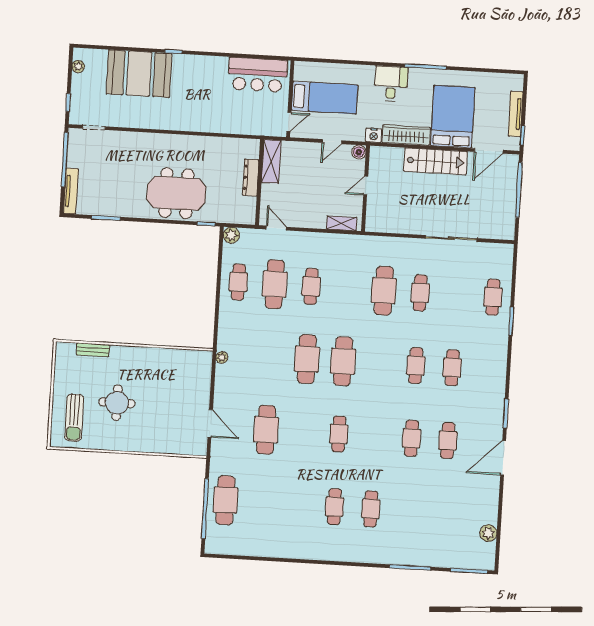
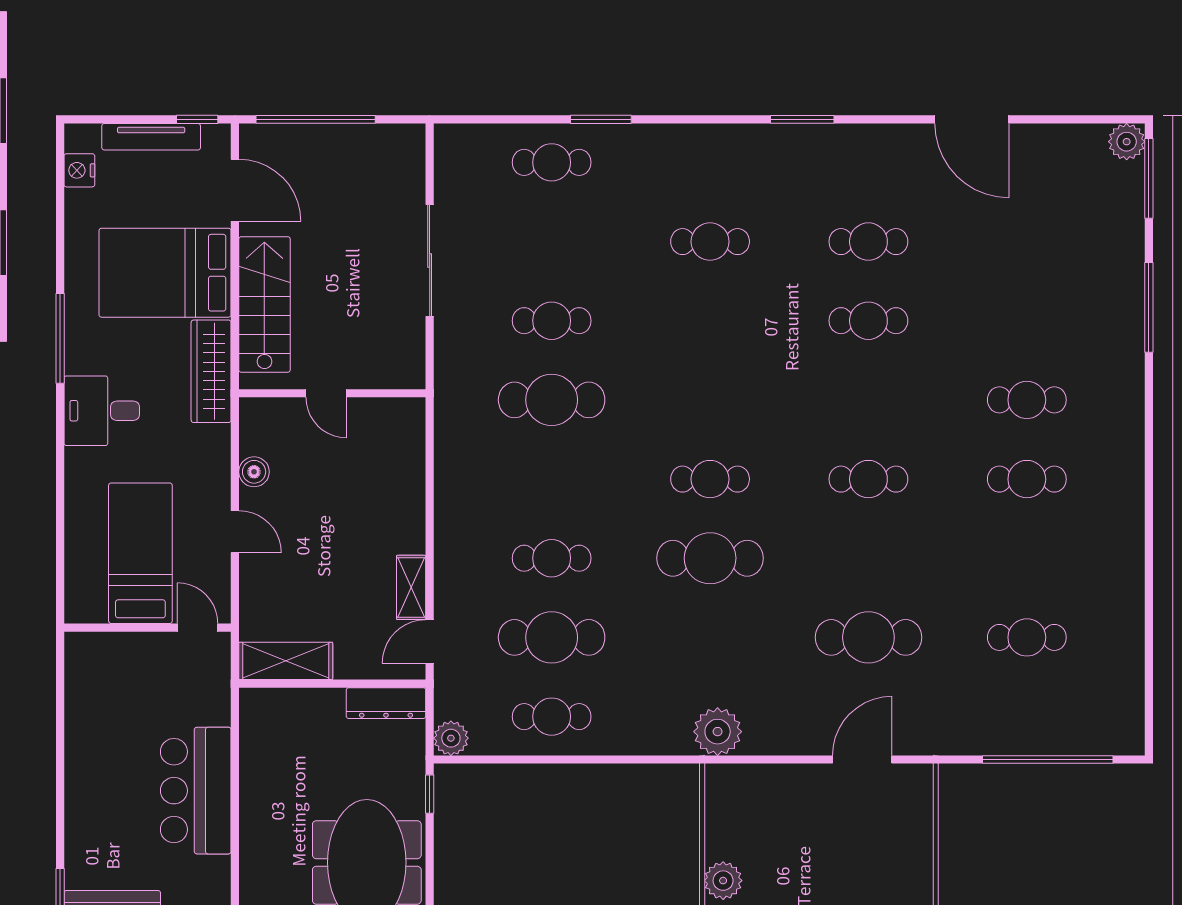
bar counter: (258, 75) -> (196, 791), moved, turned 180
nightstand: (374, 135) -> (79, 170), moved, turned 180
dresser: (251, 177) -> (386, 703), moved
door: (366, 186) -> (326, 393), moved
wall: (366, 188) -> (332, 393), moved
shelving: (342, 223) -> (411, 587), moved
plant: (158, 356) -> (723, 881), added
plant: (222, 357) -> (718, 732), width x1.87, depth x1.87
cafe table: (343, 361) -> (710, 479), width x0.73, depth x0.74
cafe table: (416, 366) -> (710, 321), removed
door: (503, 458) -> (972, 119), moved
cafe table: (225, 500) -> (1027, 637), moved, width x0.73, depth x0.74
plant: (488, 533) -> (1127, 142), moved

